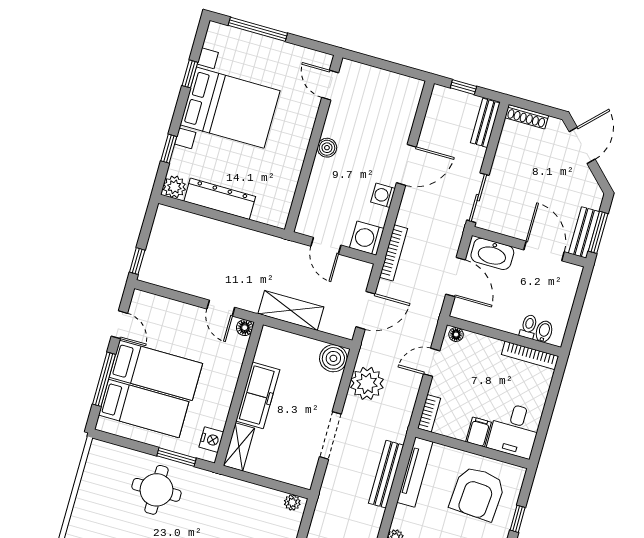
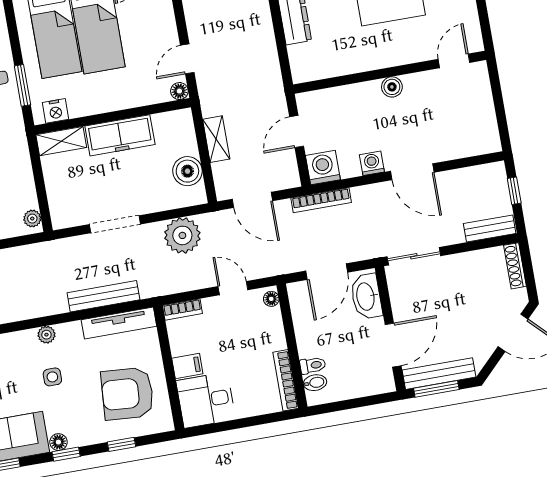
bench: (584, 232) -> (439, 374), width x1.36
shelving: (291, 310) -> (216, 139), width x0.67, depth x0.75
boiler: (333, 358) -> (187, 171), moved

